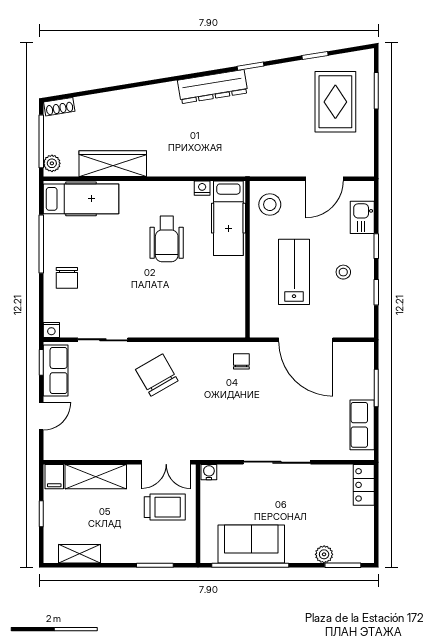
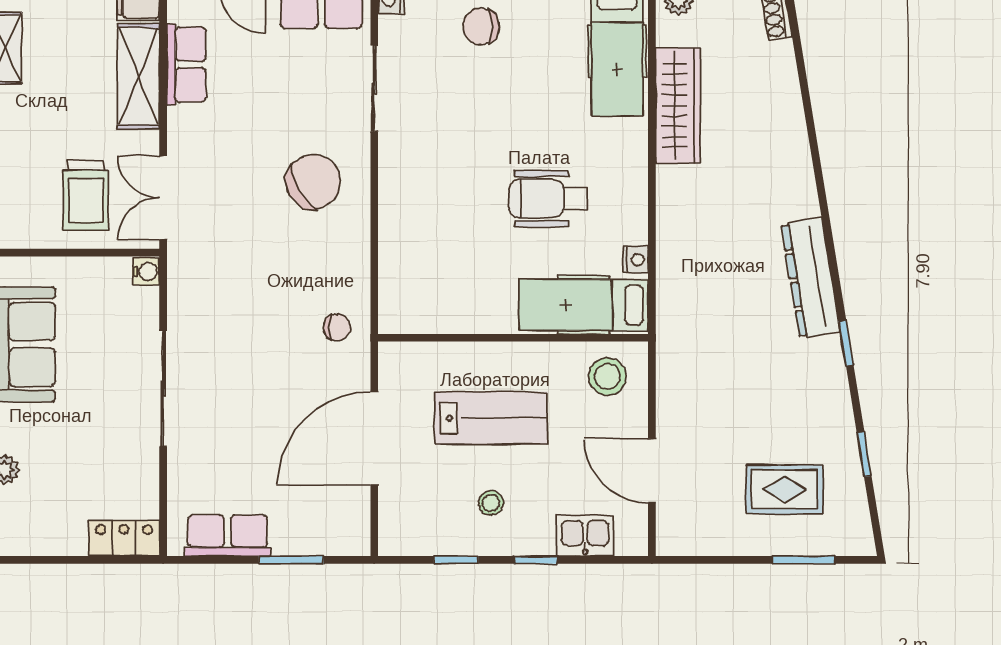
rug: (335, 102) -> (784, 489), width x0.73, depth x0.70
row of seats: (89, 449) -> (186, 64), added

